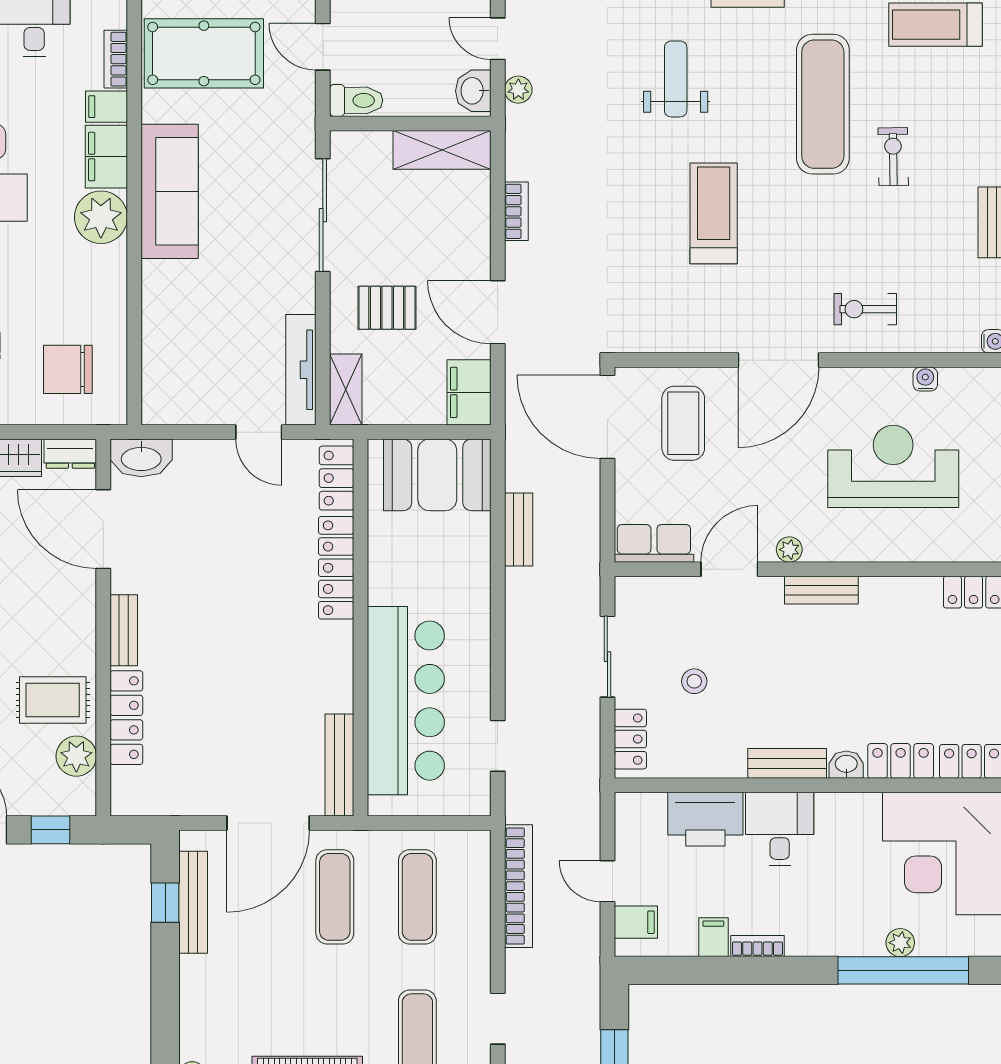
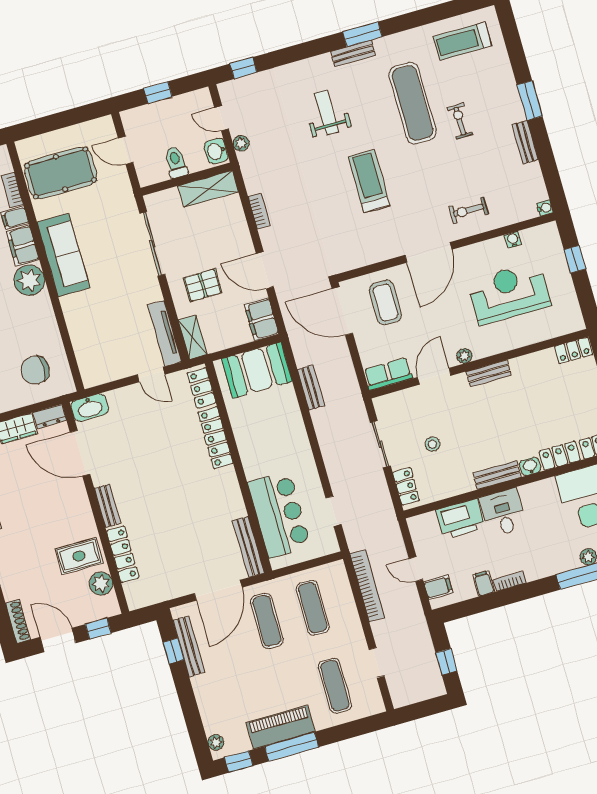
toilet: (356, 100) -> (176, 162), moved, turned -90
bar counter: (406, 701) -> (279, 515), width x0.73

